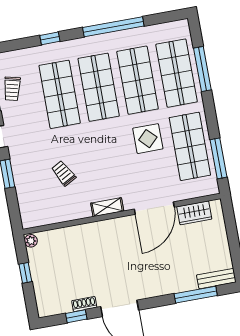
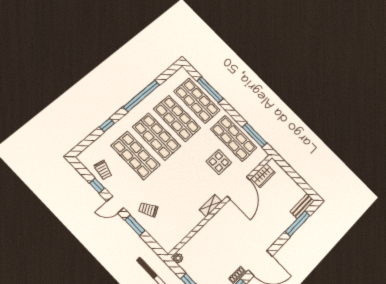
display table: (148, 139) -> (219, 162), moved
trolley: (64, 173) -> (148, 210), moved

